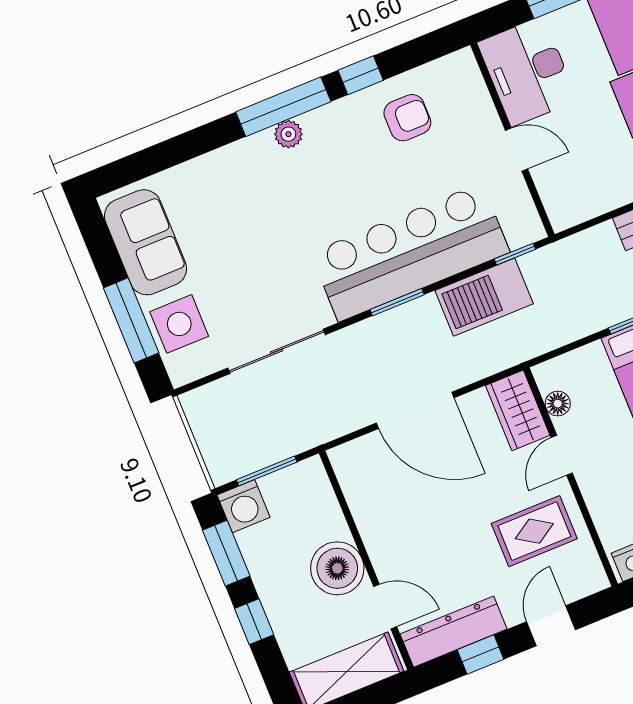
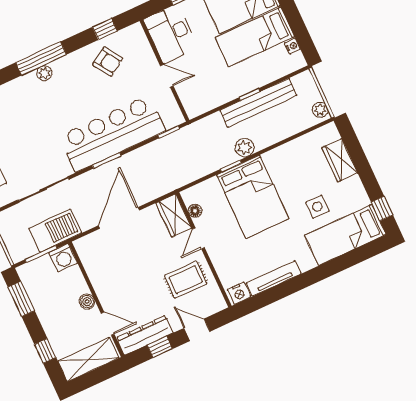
window: (361, 75) -> (105, 29), moved
armchair: (407, 118) -> (108, 61), turned 57
barbecue: (484, 297) -> (55, 231), moved, turned 180
door: (415, 410) -> (119, 218), swing flipped
washing machine: (244, 506) -> (63, 258), moved
boiler: (337, 568) -> (87, 302), width x0.54, depth x0.54
window: (254, 622) -> (45, 351), moved
door: (551, 626) -> (197, 330), hinge flipped

